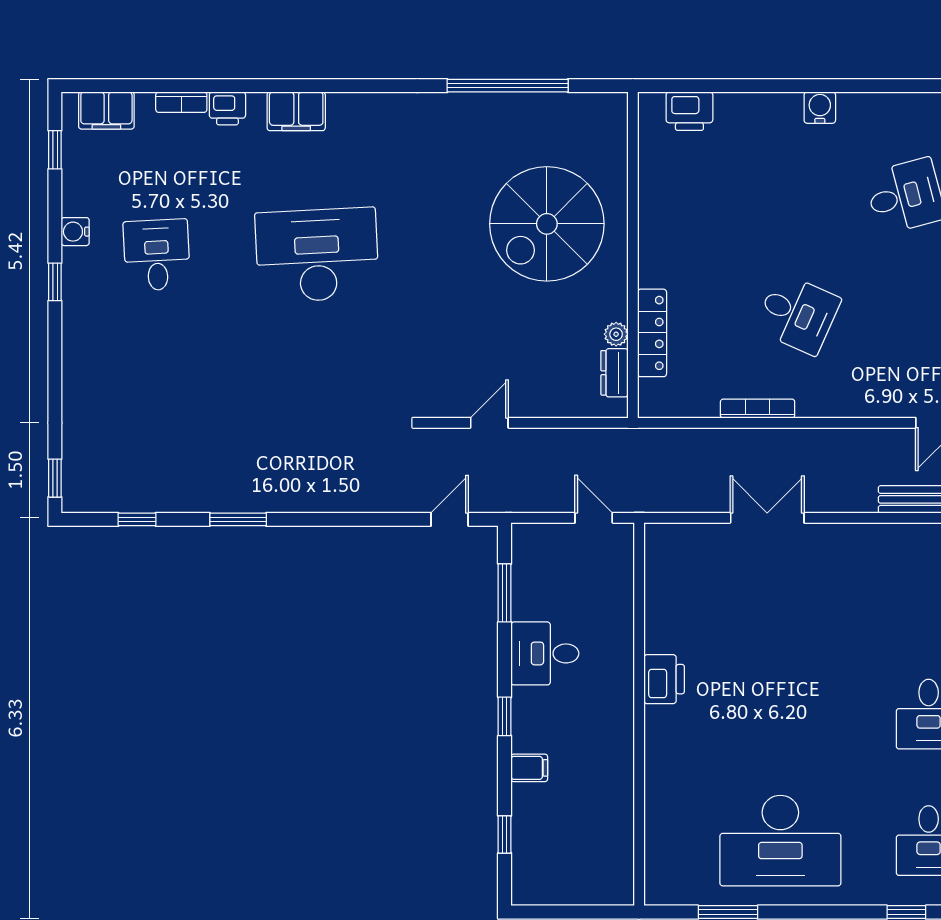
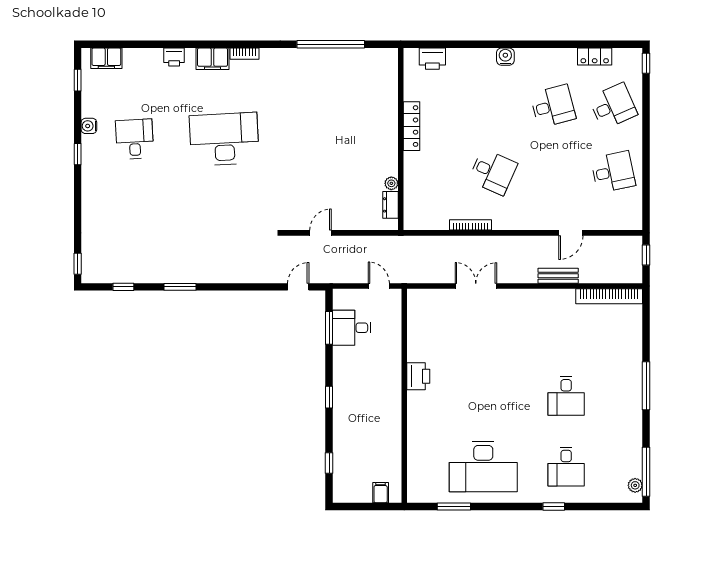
bookcase: (181, 102) -> (244, 54), moved
spiral stairs: (547, 224) -> (353, 122), removed
locker: (652, 333) -> (411, 126), moved
desk: (545, 653) -> (352, 328), moved
filing cabinet: (529, 768) -> (381, 493), moved, turned -90

